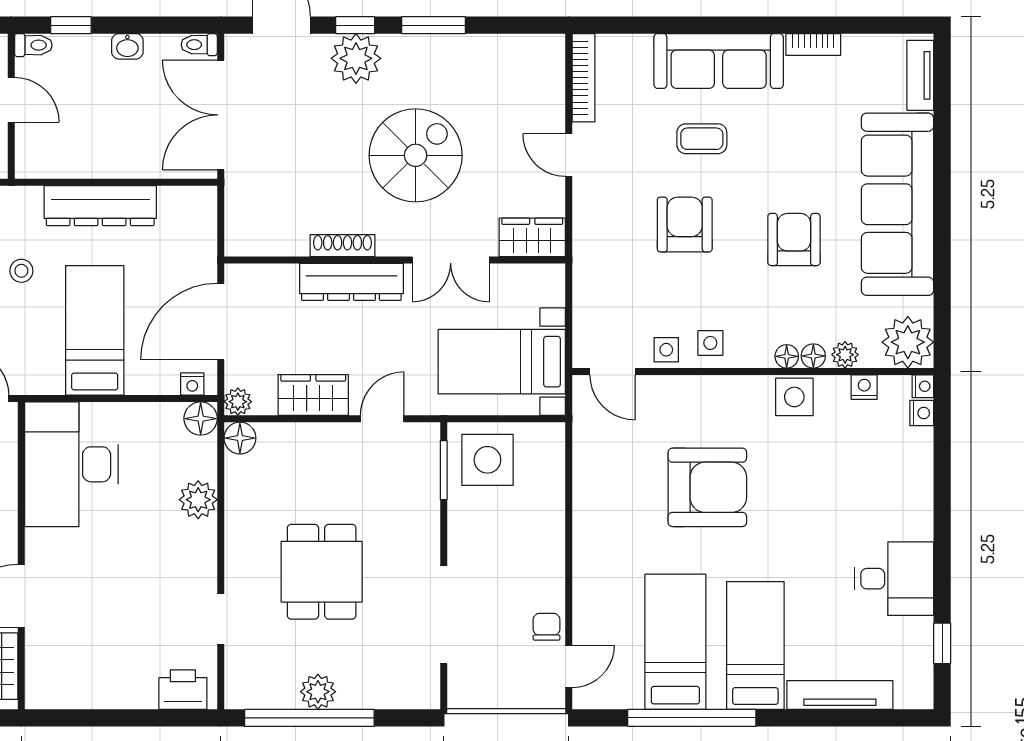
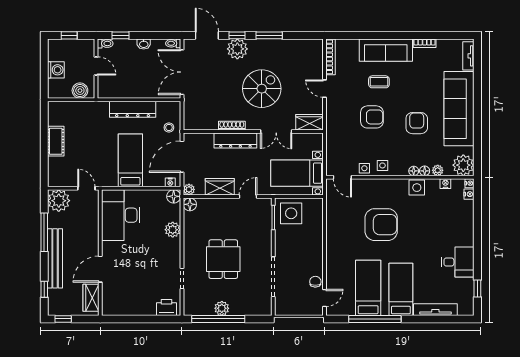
armchair: (685, 225) -> (372, 117), turned 90
stool: (21, 271) -> (169, 127), moved

